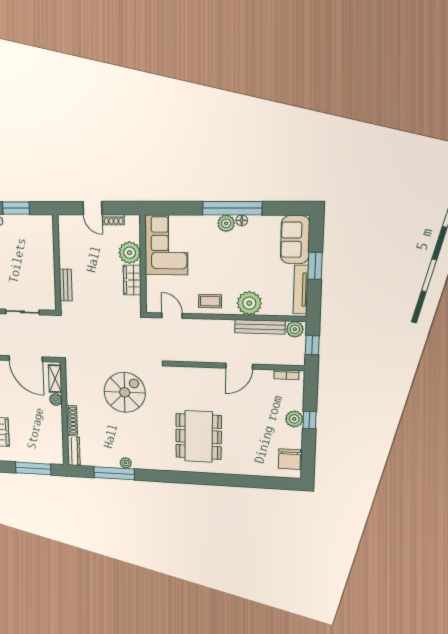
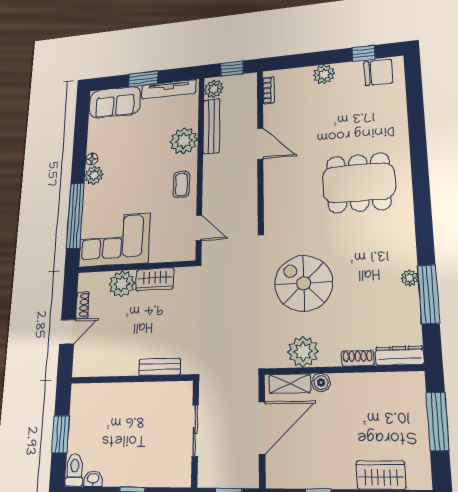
window: (232, 208) -> (75, 216), moved
door: (172, 316) -> (199, 228), swing flipped
plant: (76, 389) -> (303, 352), added
shoe rack: (72, 420) -> (358, 358), width x0.70
window: (310, 420) -> (364, 53), moved

